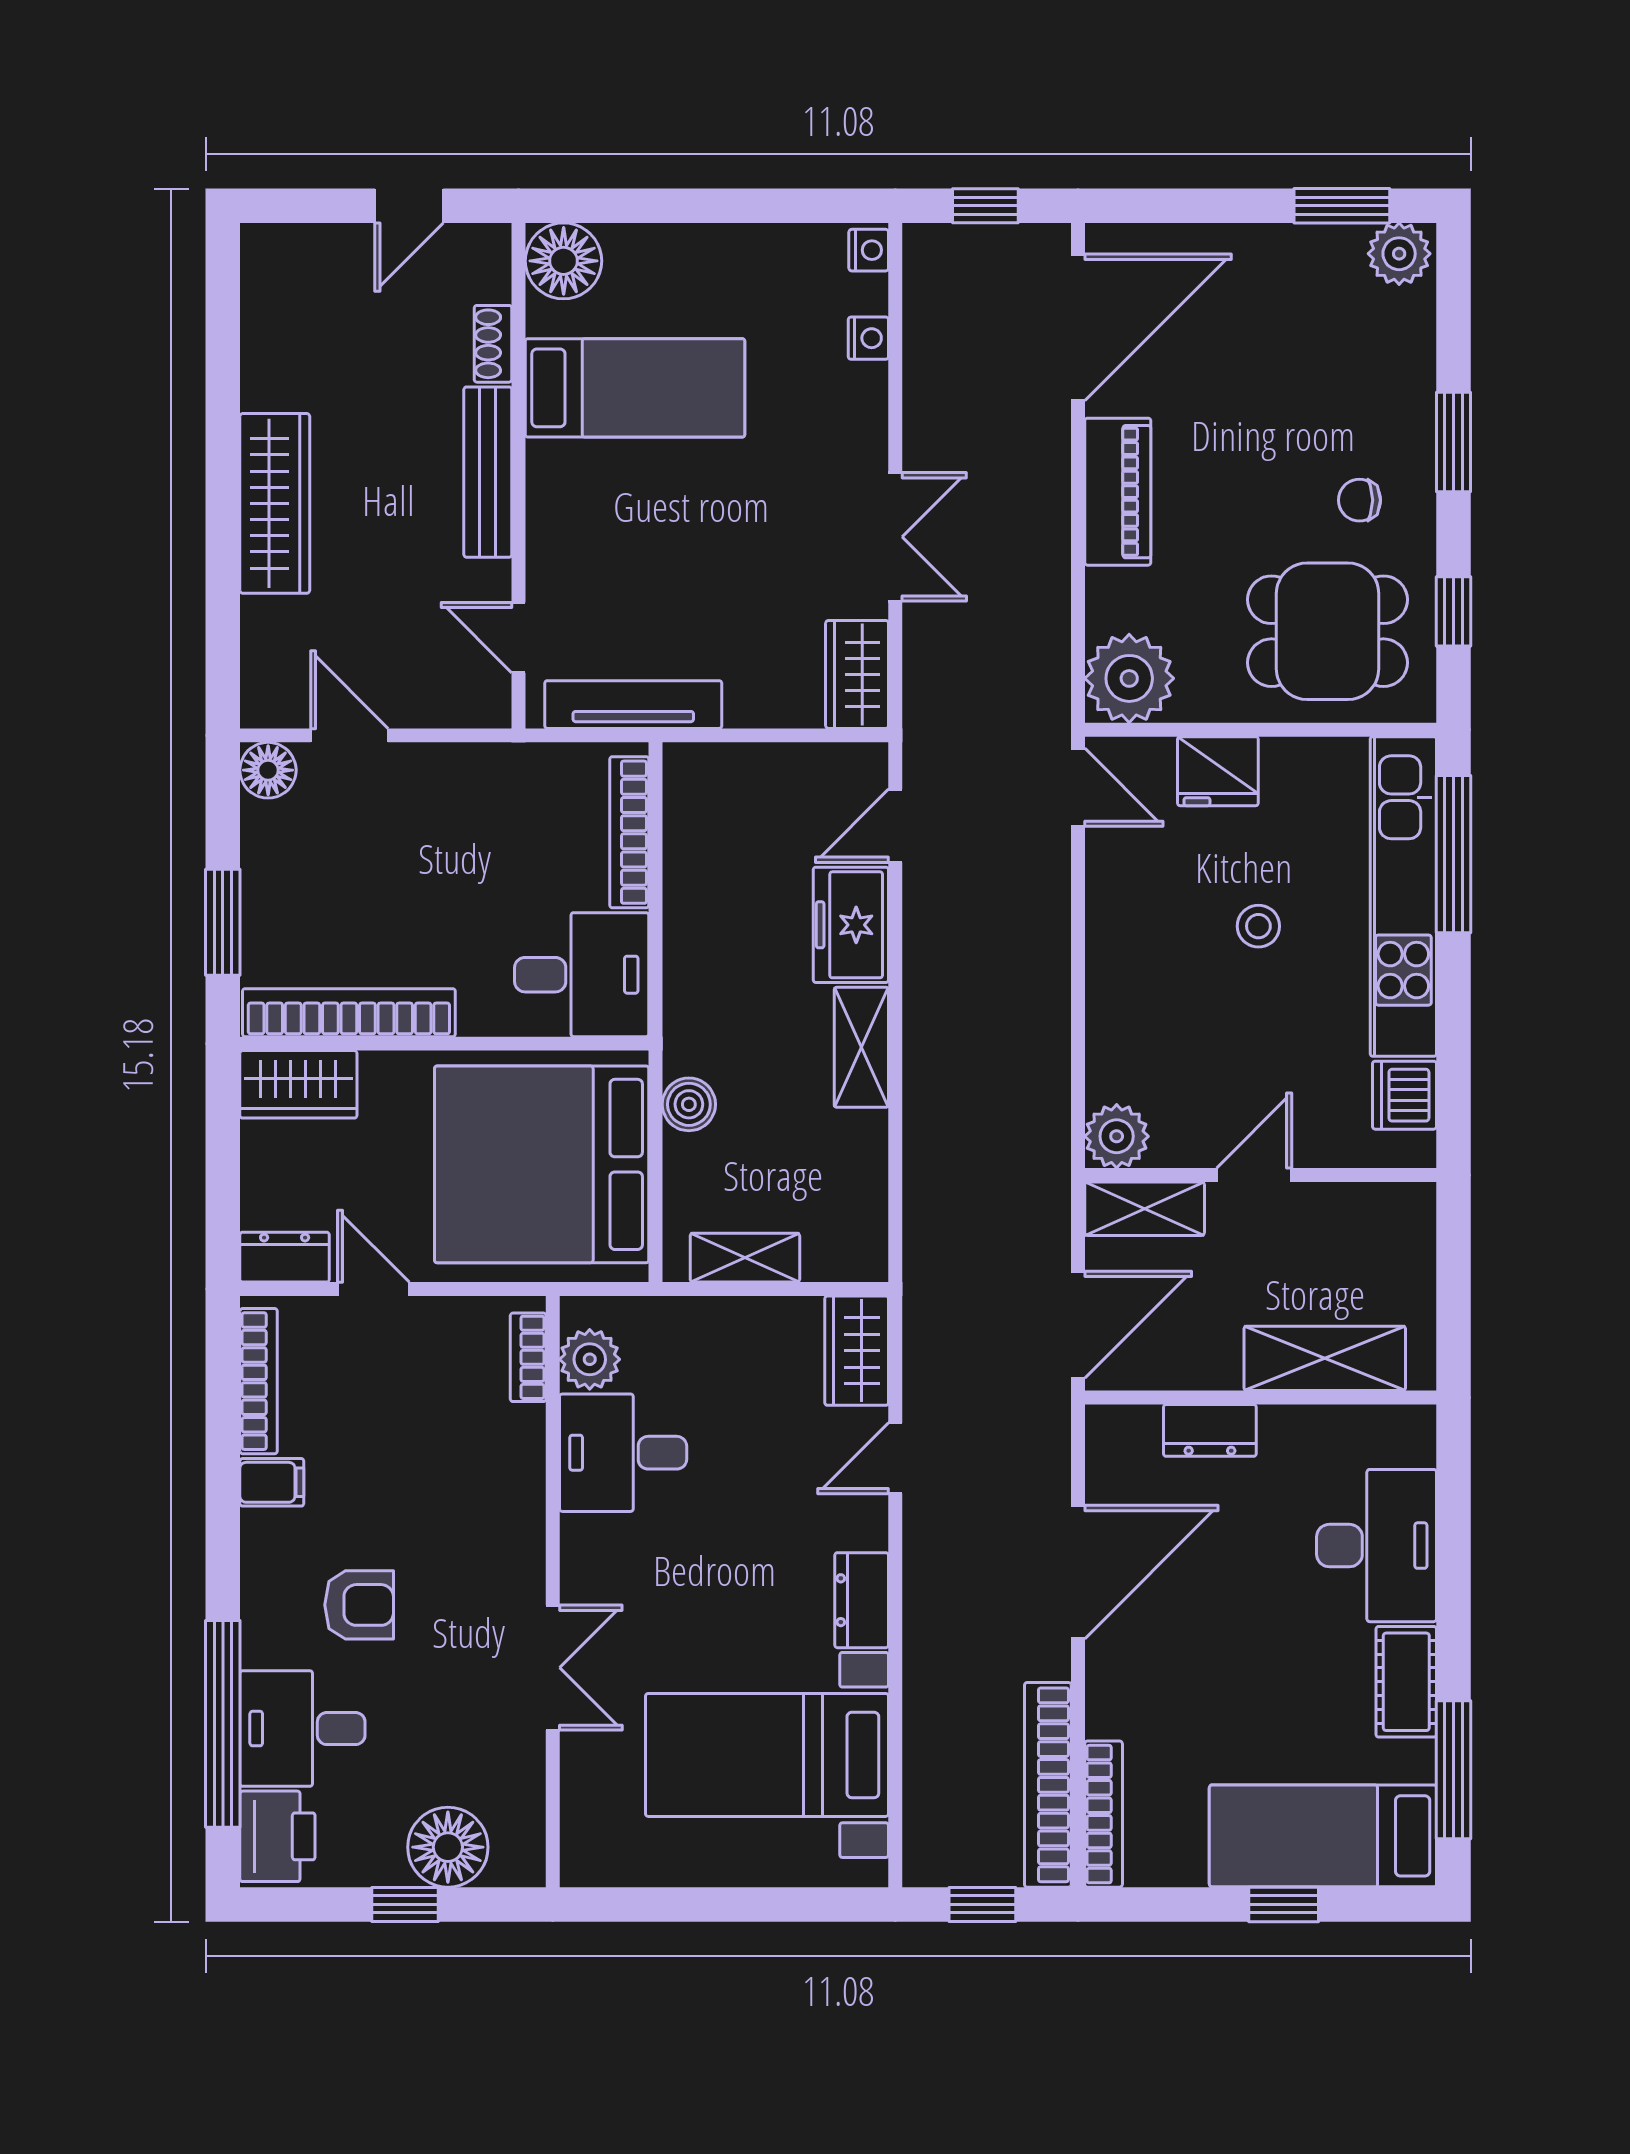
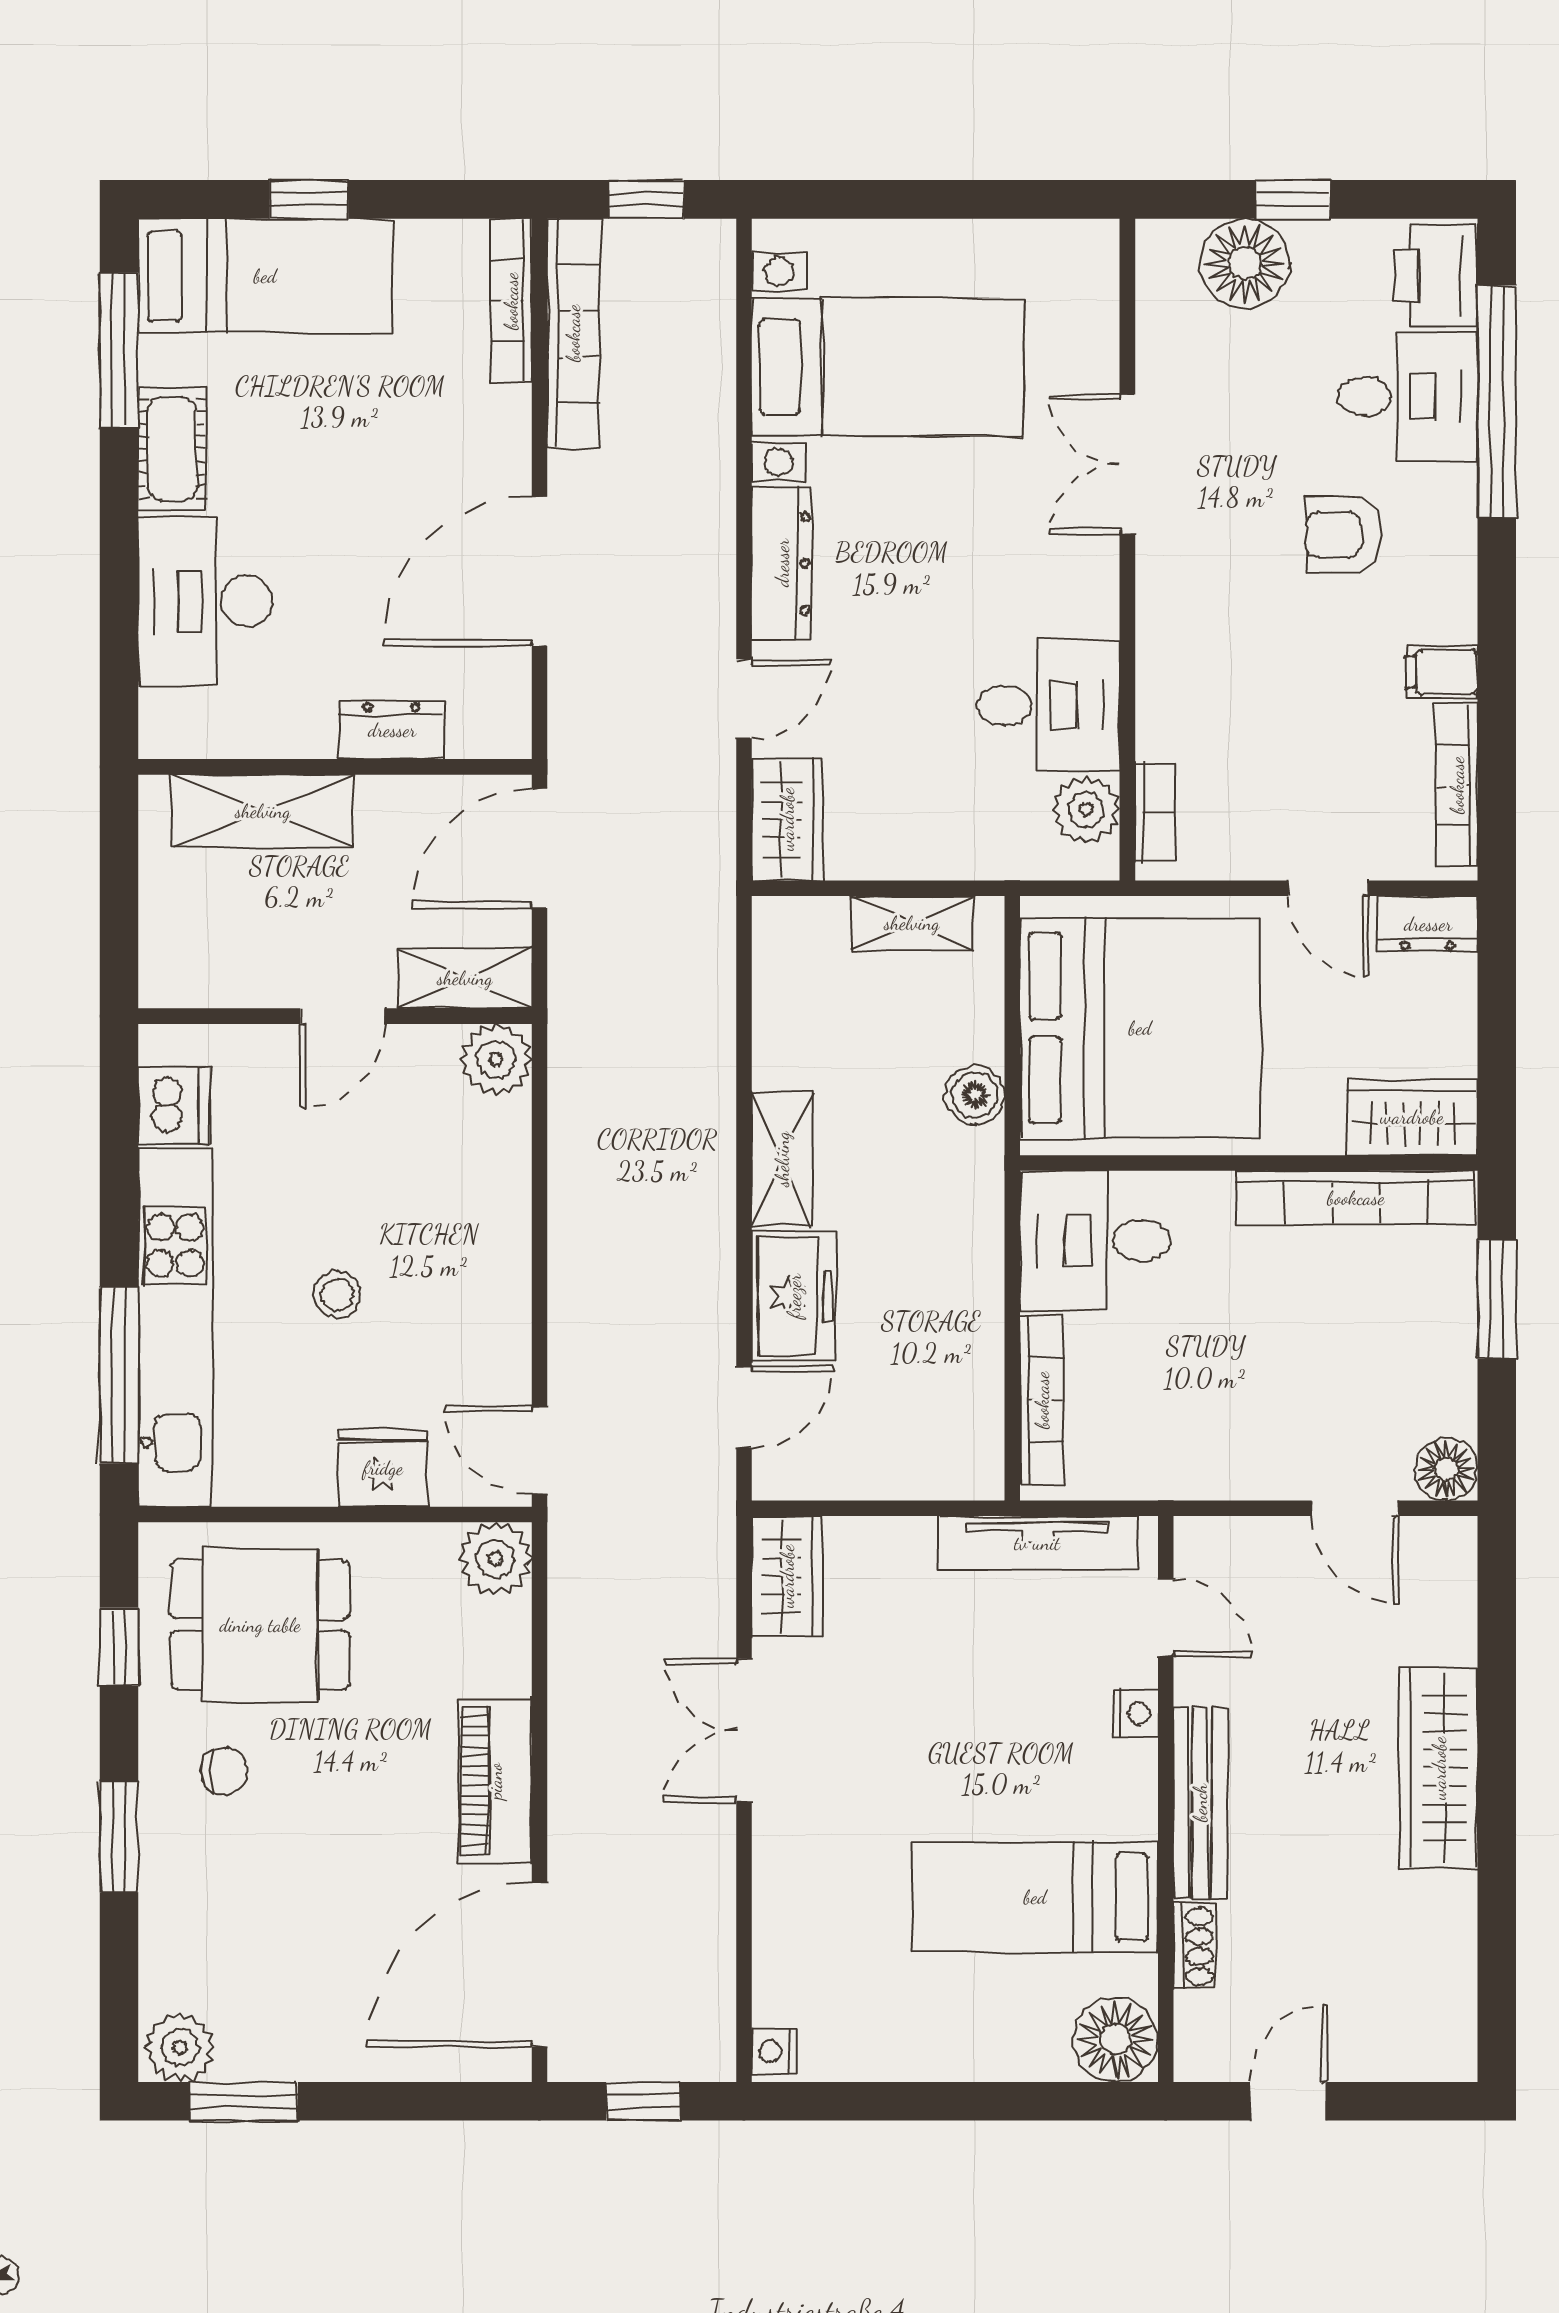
nightstand: (868, 338) -> (1136, 1713), moved, turned 180
plant: (1129, 678) -> (495, 1559), width x0.73, depth x0.73
dresser: (862, 1600) -> (782, 563), width x1.44

